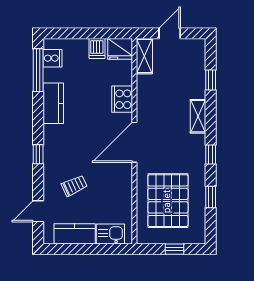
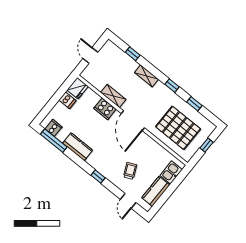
shelving: (144, 56) -> (113, 96), moved

